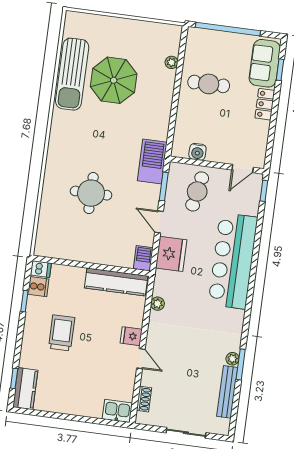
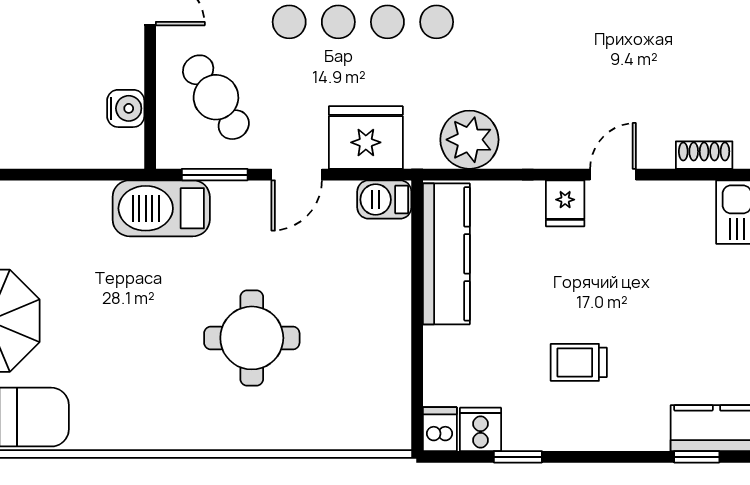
cafe table: (197, 191) -> (216, 97), turned 46
plant: (158, 304) -> (469, 140), width x1.87, depth x1.87
trolley: (62, 333) -> (579, 362), width x0.73, depth x0.72

